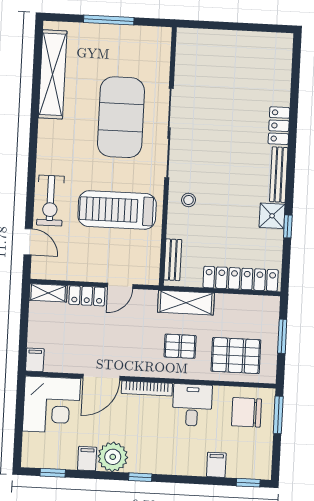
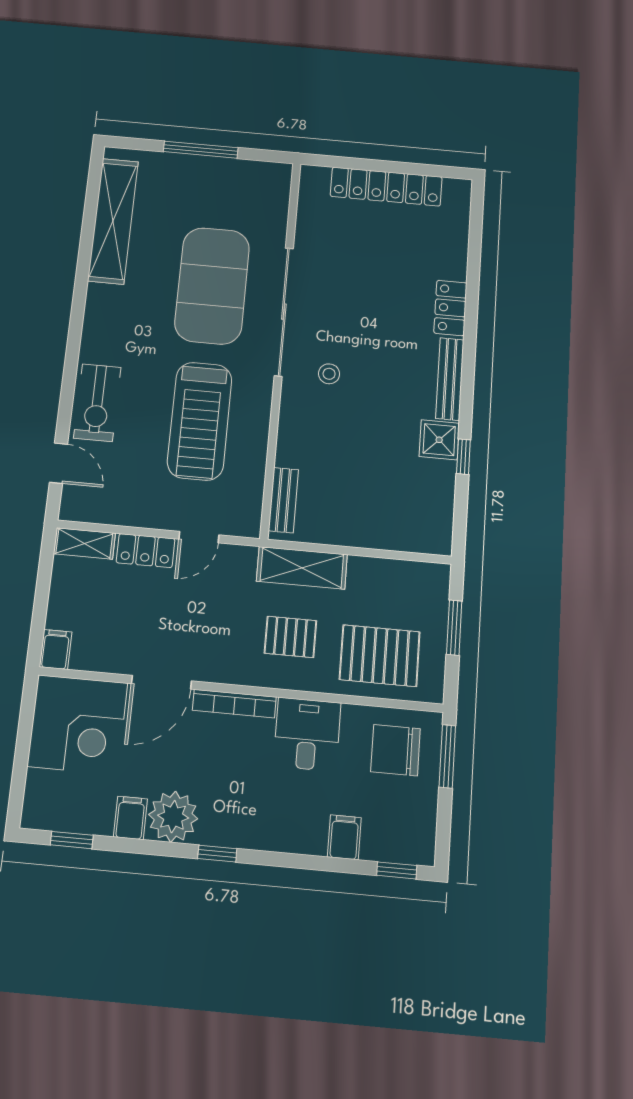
stool: (189, 200) -> (329, 374), moved
treadmill: (117, 210) -> (200, 421), turned -90
locker: (241, 279) -> (386, 187), moved, turned 180

